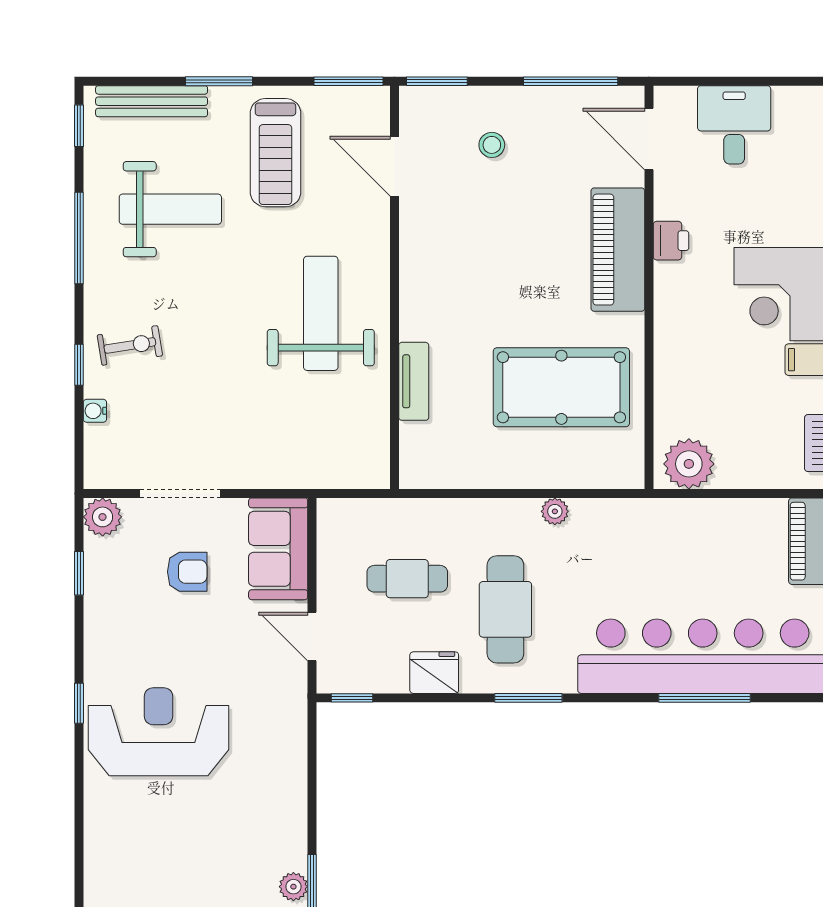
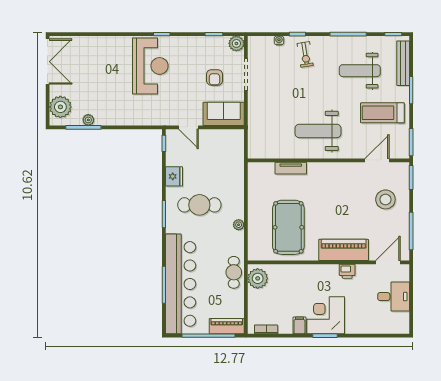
stool: (492, 145) -> (385, 199), width x1.89, depth x1.89
weight bench: (170, 209) -> (360, 71), turned 90
weight bench: (321, 313) -> (318, 131), turned 180
cafe table: (407, 579) -> (234, 272), moved
door: (312, 637) -> (189, 127), swing flipped

